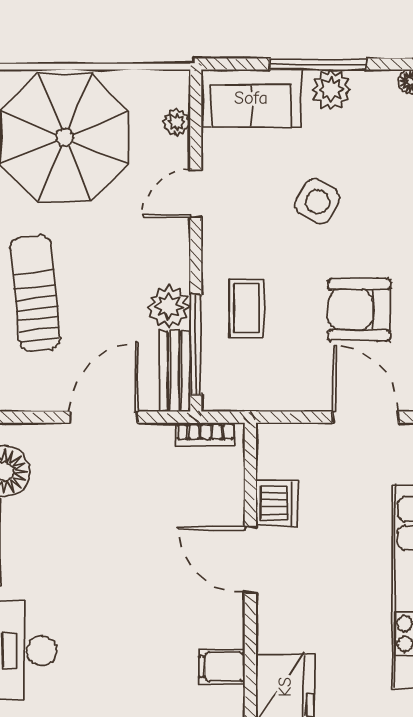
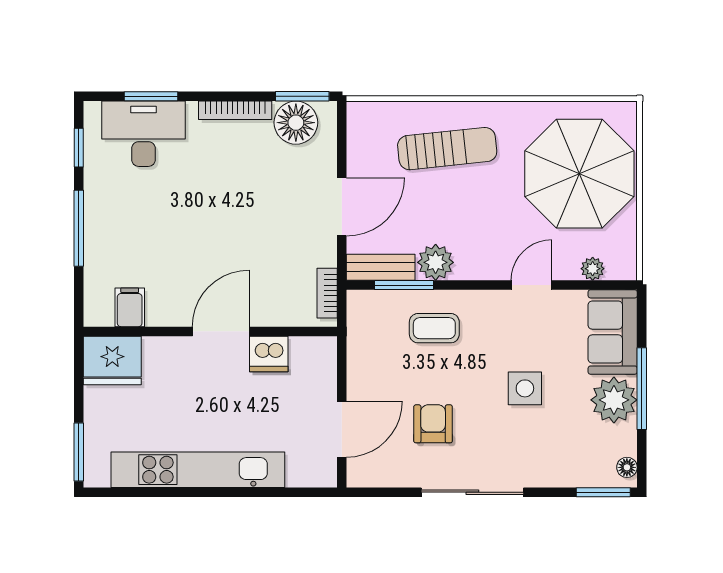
plant: (331, 89) -> (614, 400), width x1.36, depth x1.36
door: (196, 194) -> (531, 285), hinge flipped
side table: (317, 202) -> (525, 388), turned -31
armchair: (359, 310) -> (433, 424), width x0.72, depth x0.72
window: (196, 344) -> (404, 285), width x0.69
door: (104, 417) -> (342, 207), hinge flipped

